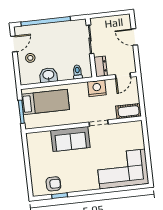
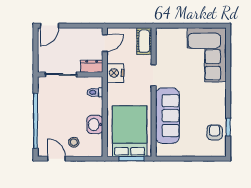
door: (134, 37) -> (49, 26), moved
door: (123, 76) -> (105, 43), hinge flipped
bed: (45, 102) -> (130, 131), width x1.50
sofa: (70, 139) -> (167, 116), width x1.36

